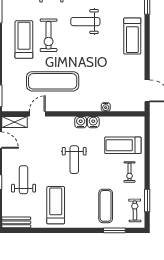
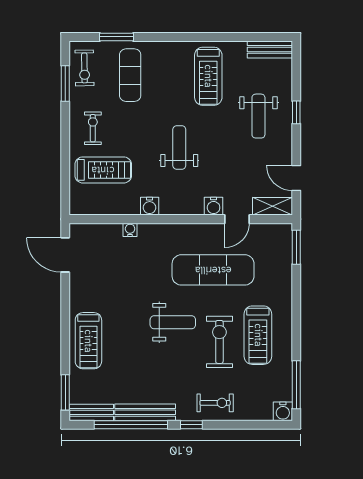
weight bench: (85, 22) -> (173, 322), moved
treadmill: (132, 36) -> (88, 341), turned 180
water cooler: (81, 122) -> (214, 206), moved

